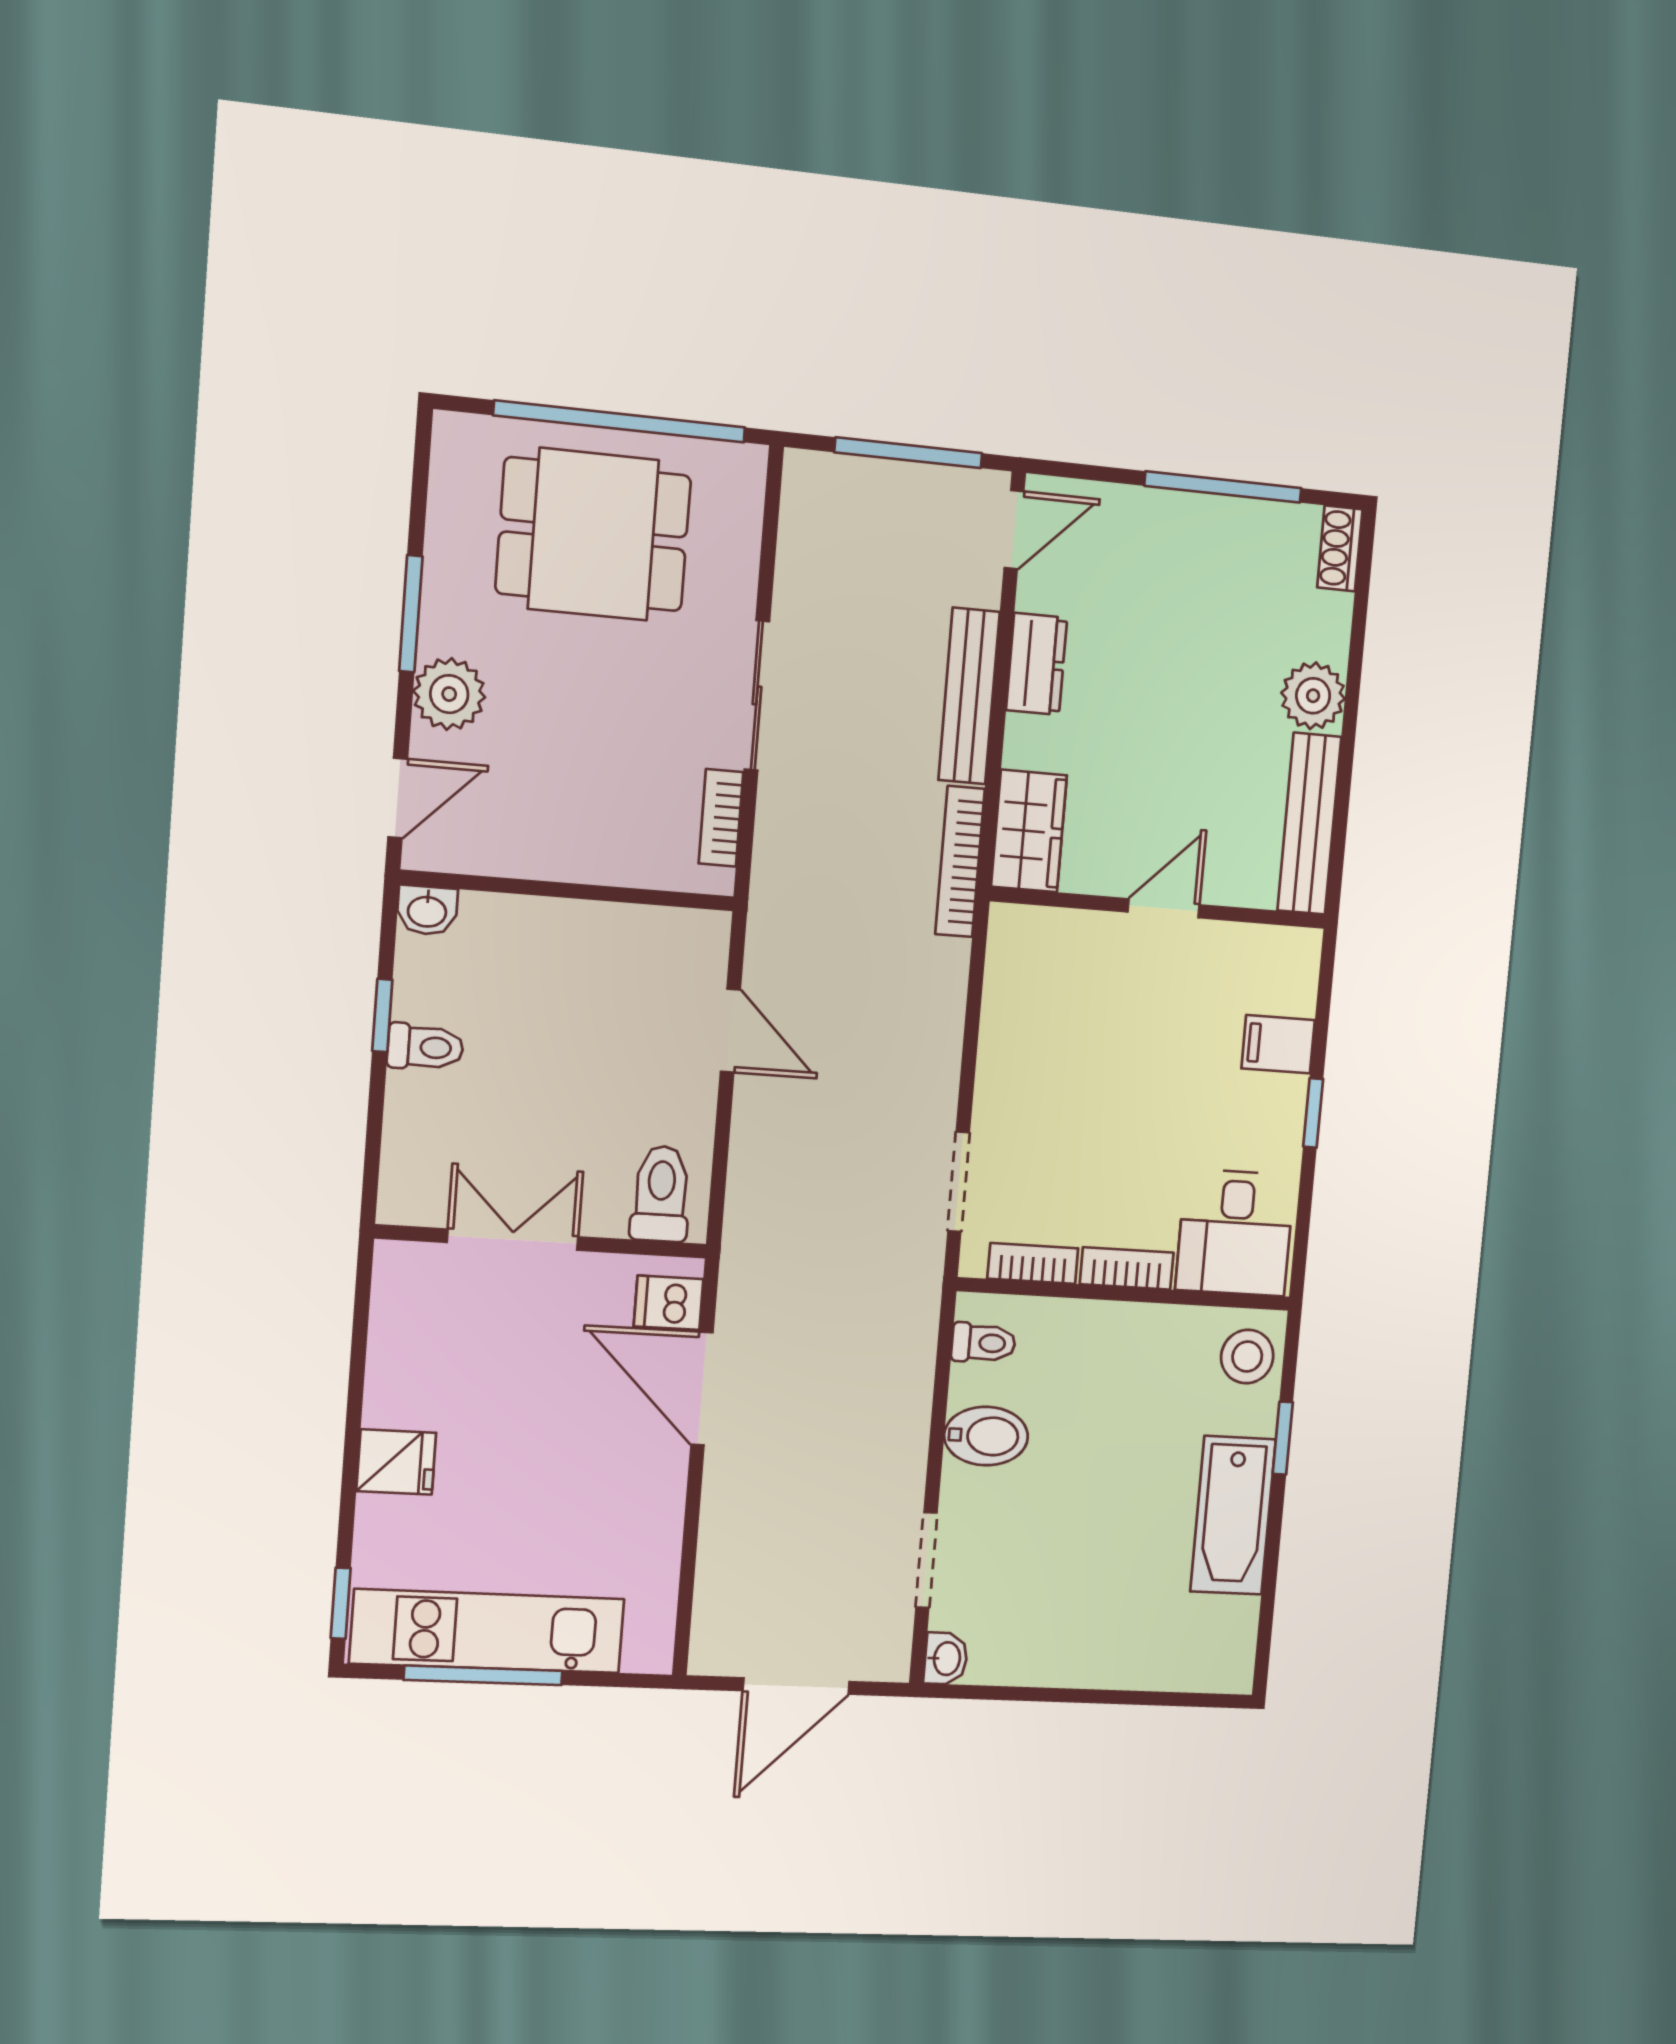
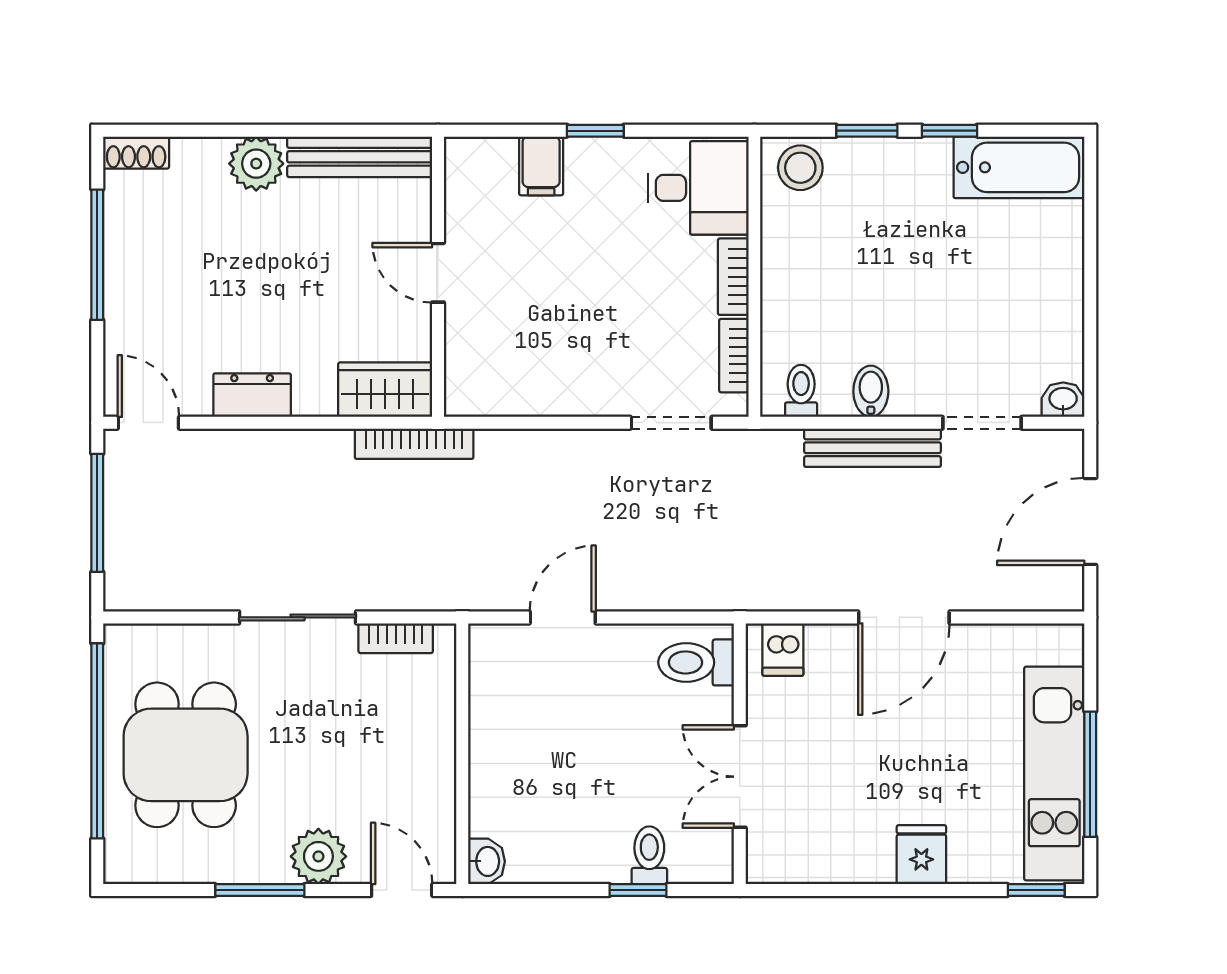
bench: (969, 696) -> (872, 448), moved
window: (382, 1015) -> (638, 890), moved
toilet: (425, 1047) -> (649, 855), moved
door: (702, 1389) -> (904, 617), moved
bidet: (986, 1436) -> (871, 391), width x0.72, depth x0.74
bathtub: (1233, 1515) -> (1019, 167), moved
window: (1274, 1536) -> (950, 131), added
door: (796, 1686) -> (1090, 521), swing flipped

